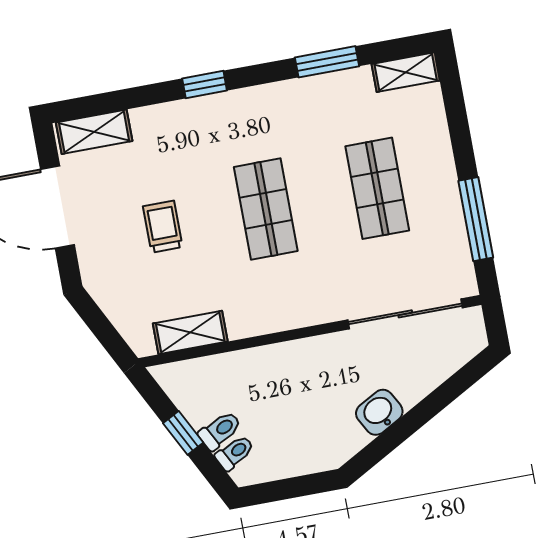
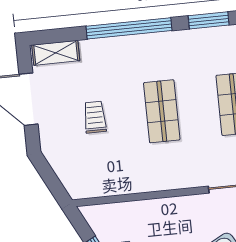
window: (205, 85) -> (129, 28), width x3.17
shelving: (190, 332) -> (107, 186), removed

